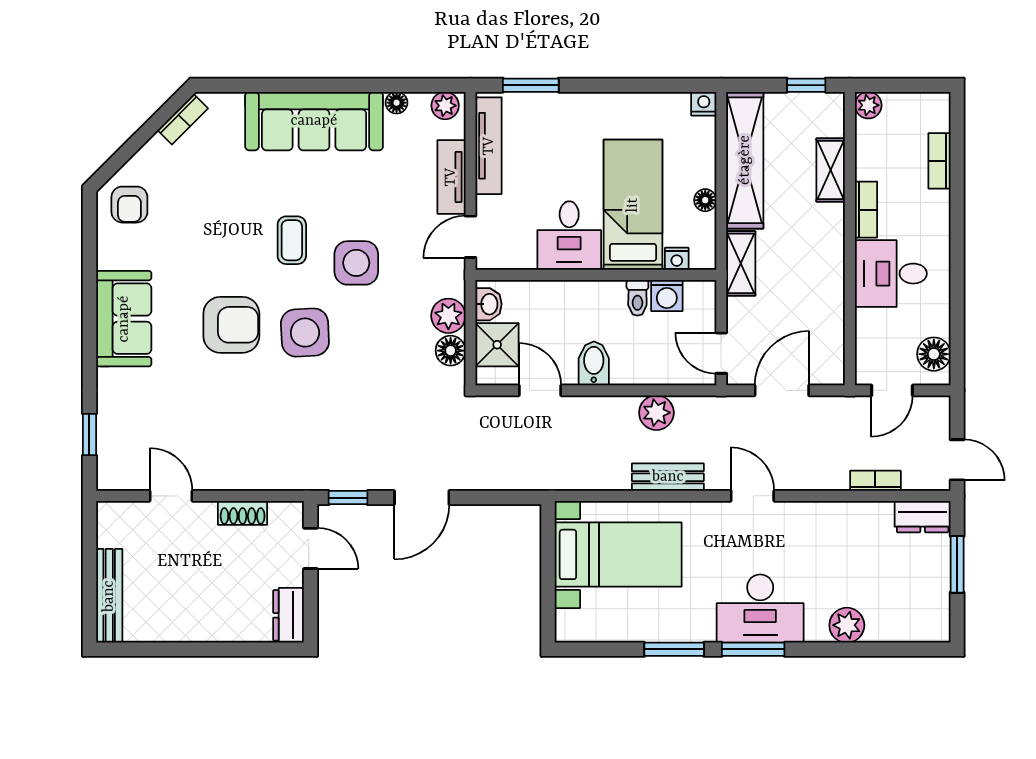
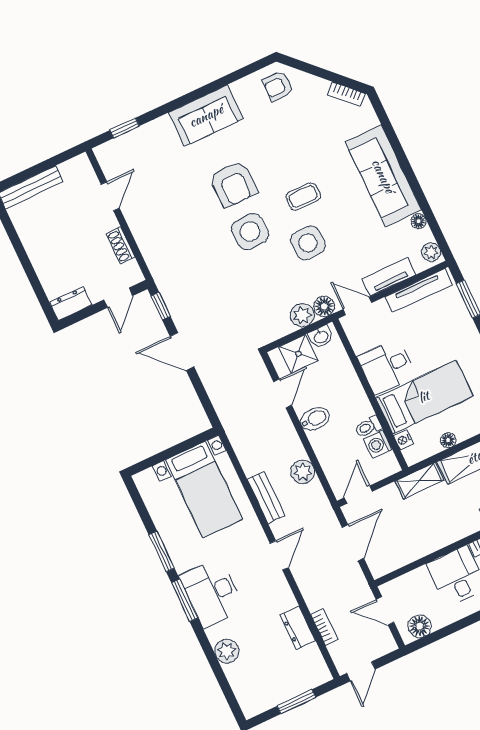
floor lamp: (451, 351) -> (324, 306), moved
door: (782, 390) -> (353, 543), hinge flipped
dresser: (923, 517) -> (298, 628), moved

